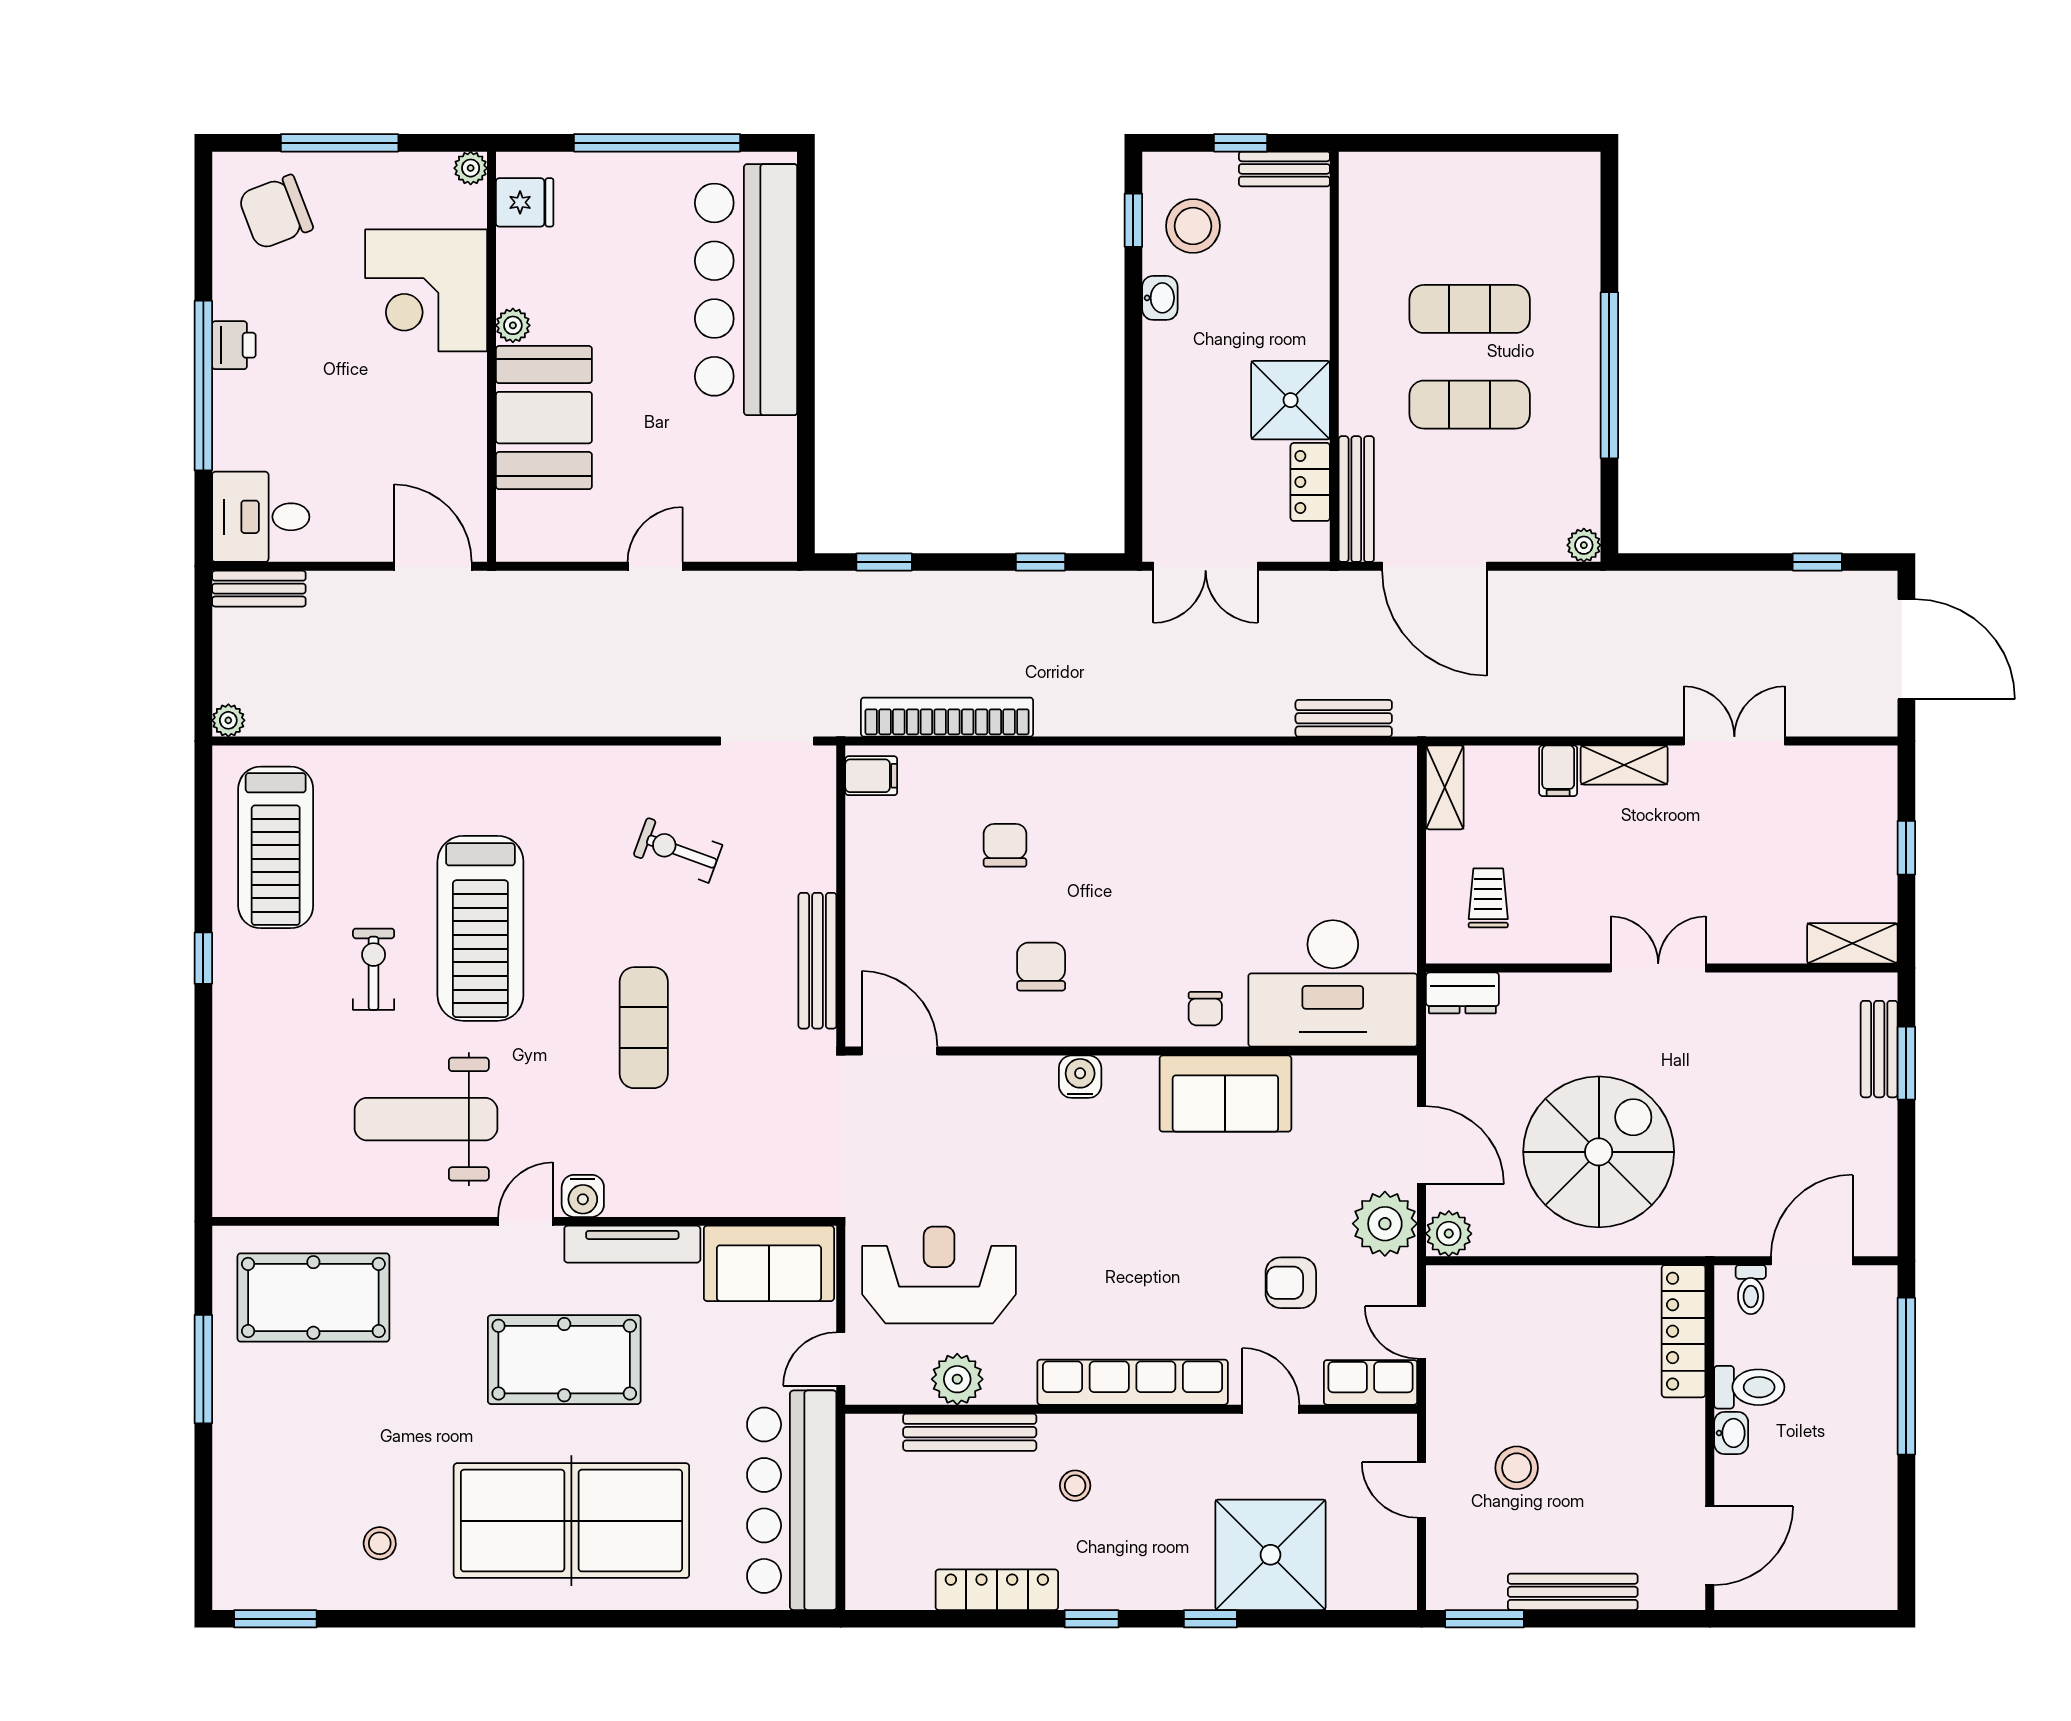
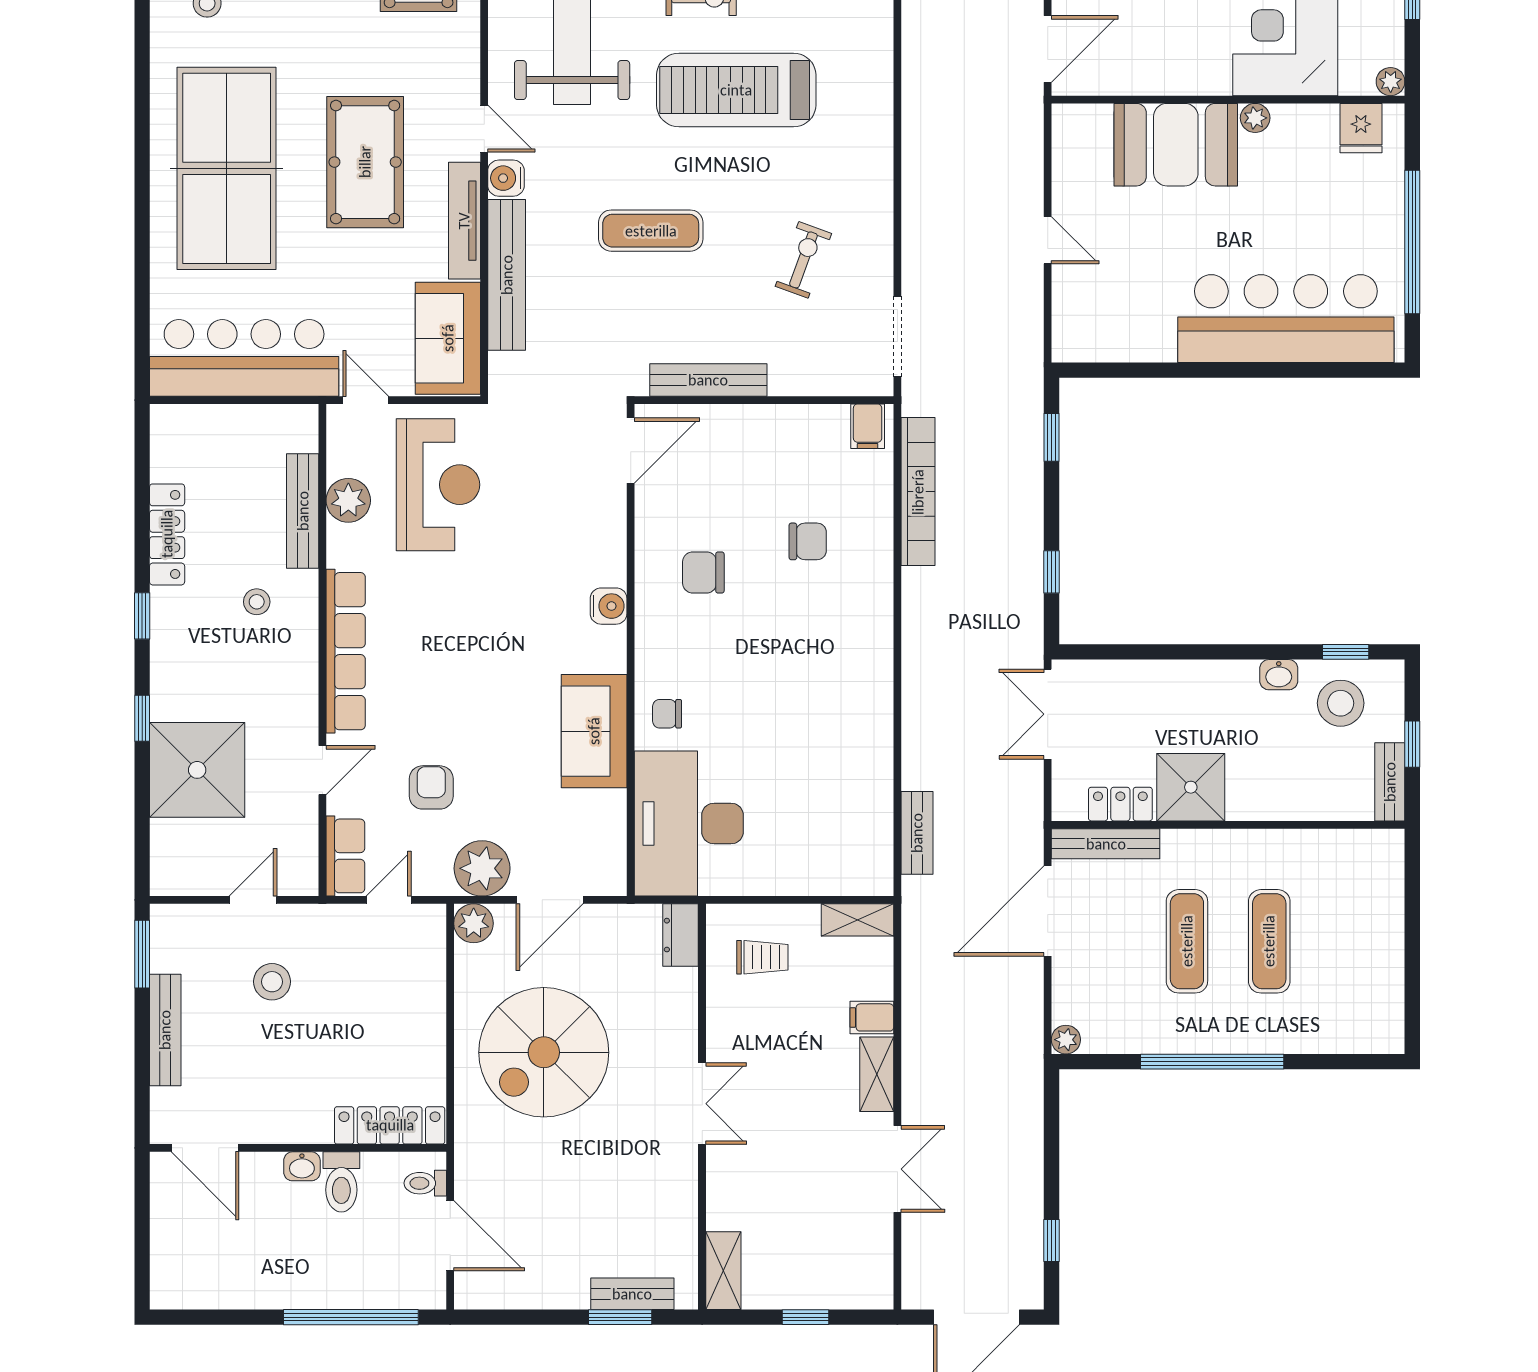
chair: (1041, 967) -> (703, 572), turned 180
spiral stairs: (1599, 1152) -> (544, 1052), turned 90
bench: (695, 1195) -> (507, 275), added

